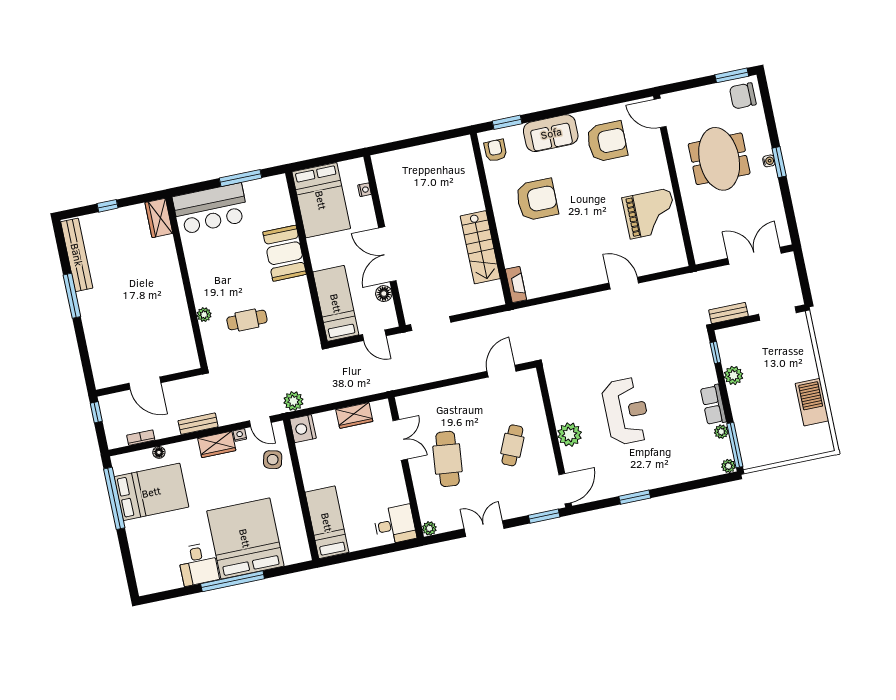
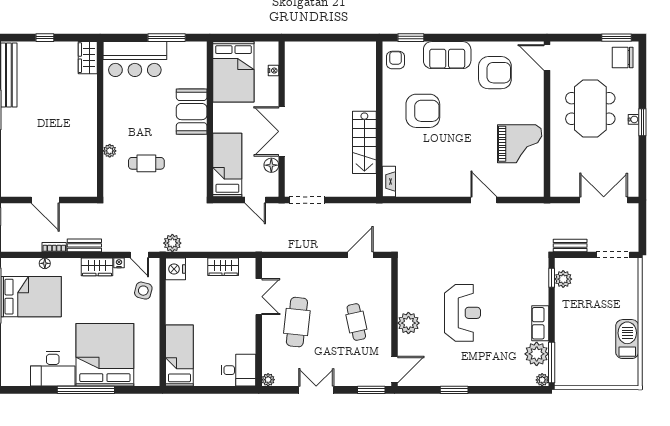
plant: (734, 375) -> (563, 279), moved
plant: (721, 432) -> (537, 354), width x1.87, depth x1.87
bookcase: (141, 438) -> (54, 247), moved
cafe table: (512, 445) -> (356, 322), turned -36
desk: (198, 564) -> (53, 369), width x1.37

